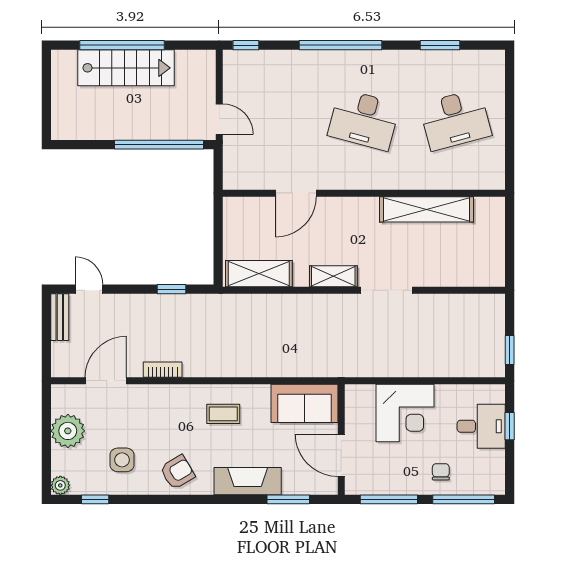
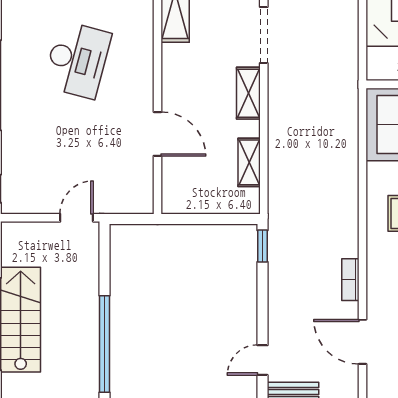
window: (159, 145) -> (104, 344), moved
shelving: (259, 274) -> (249, 162), width x0.67, depth x0.75
window: (171, 289) -> (262, 246), moved

